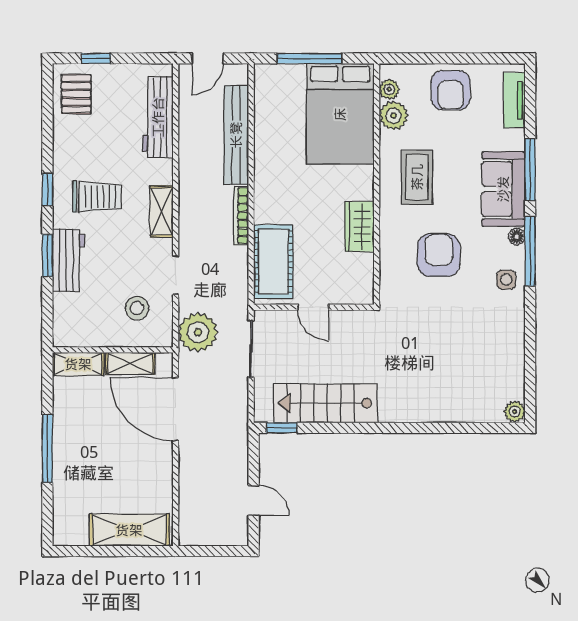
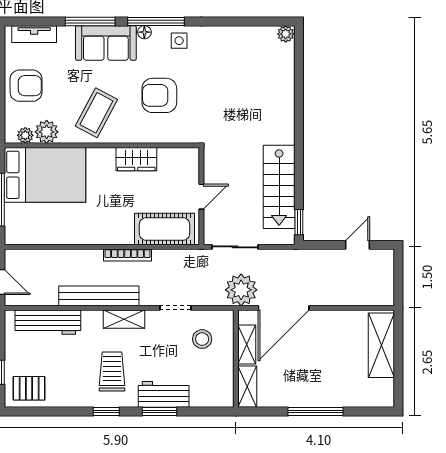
bench: (236, 135) -> (99, 296), moved
coffee table: (417, 177) -> (96, 113), turned -62
plant: (198, 332) -> (241, 290), moved

